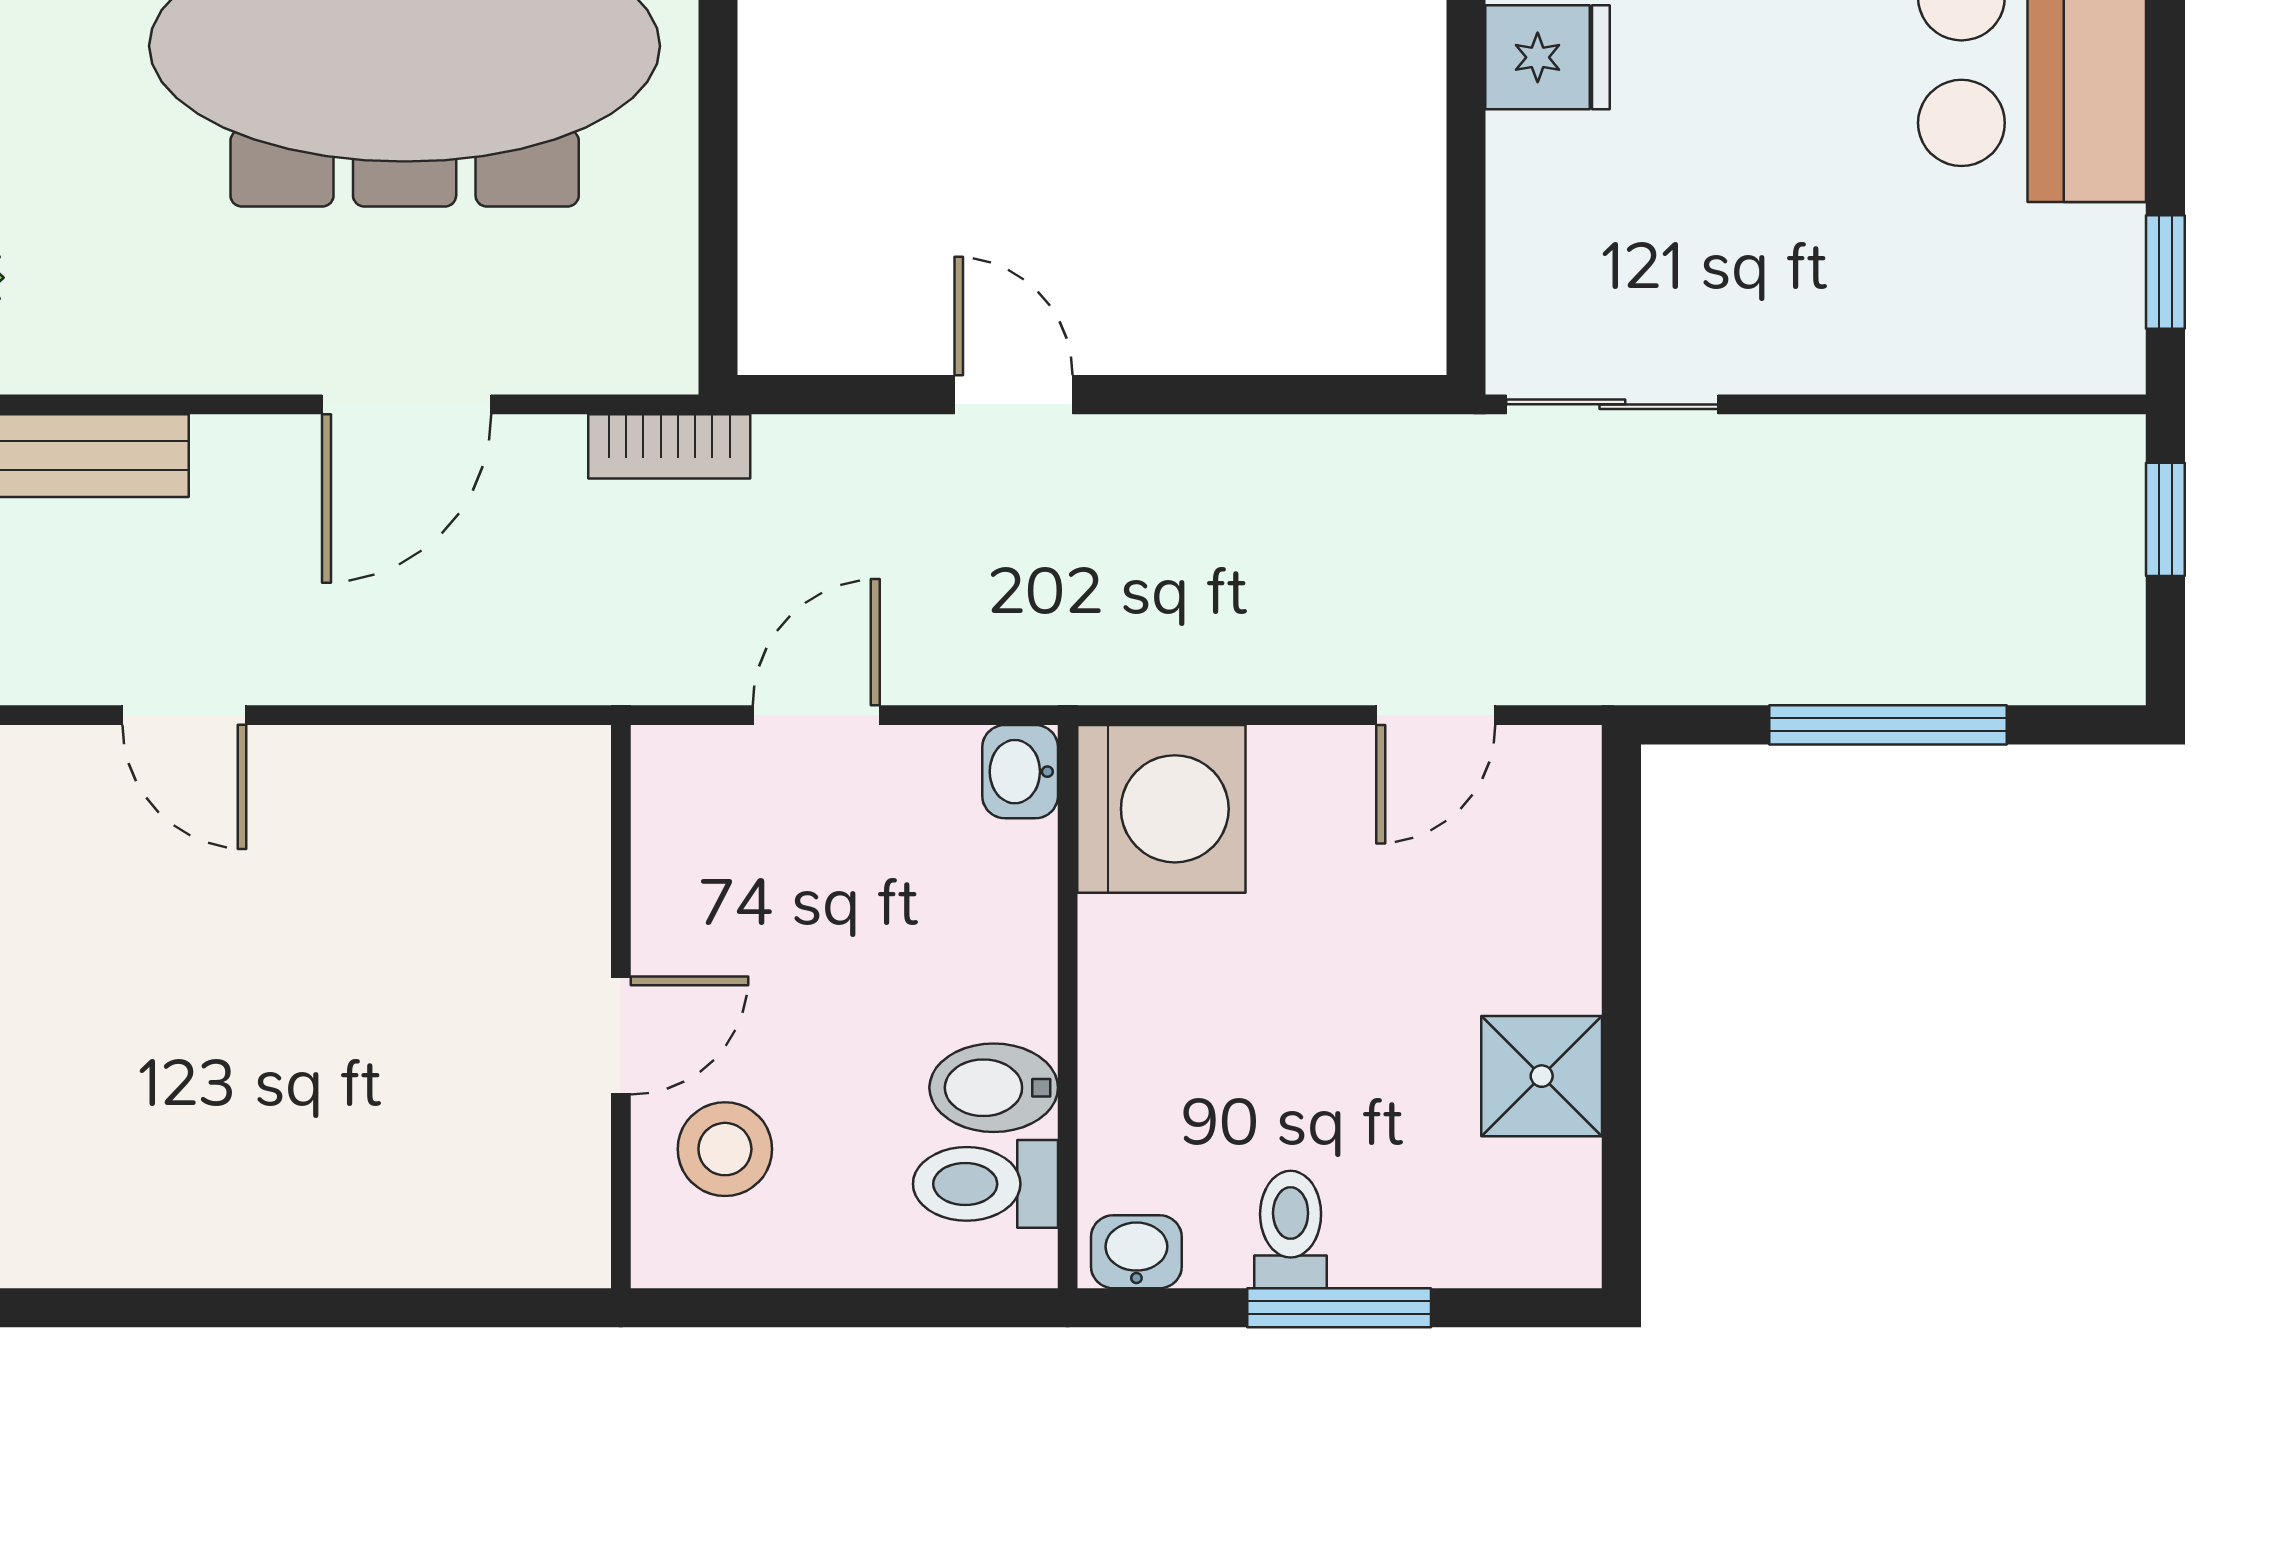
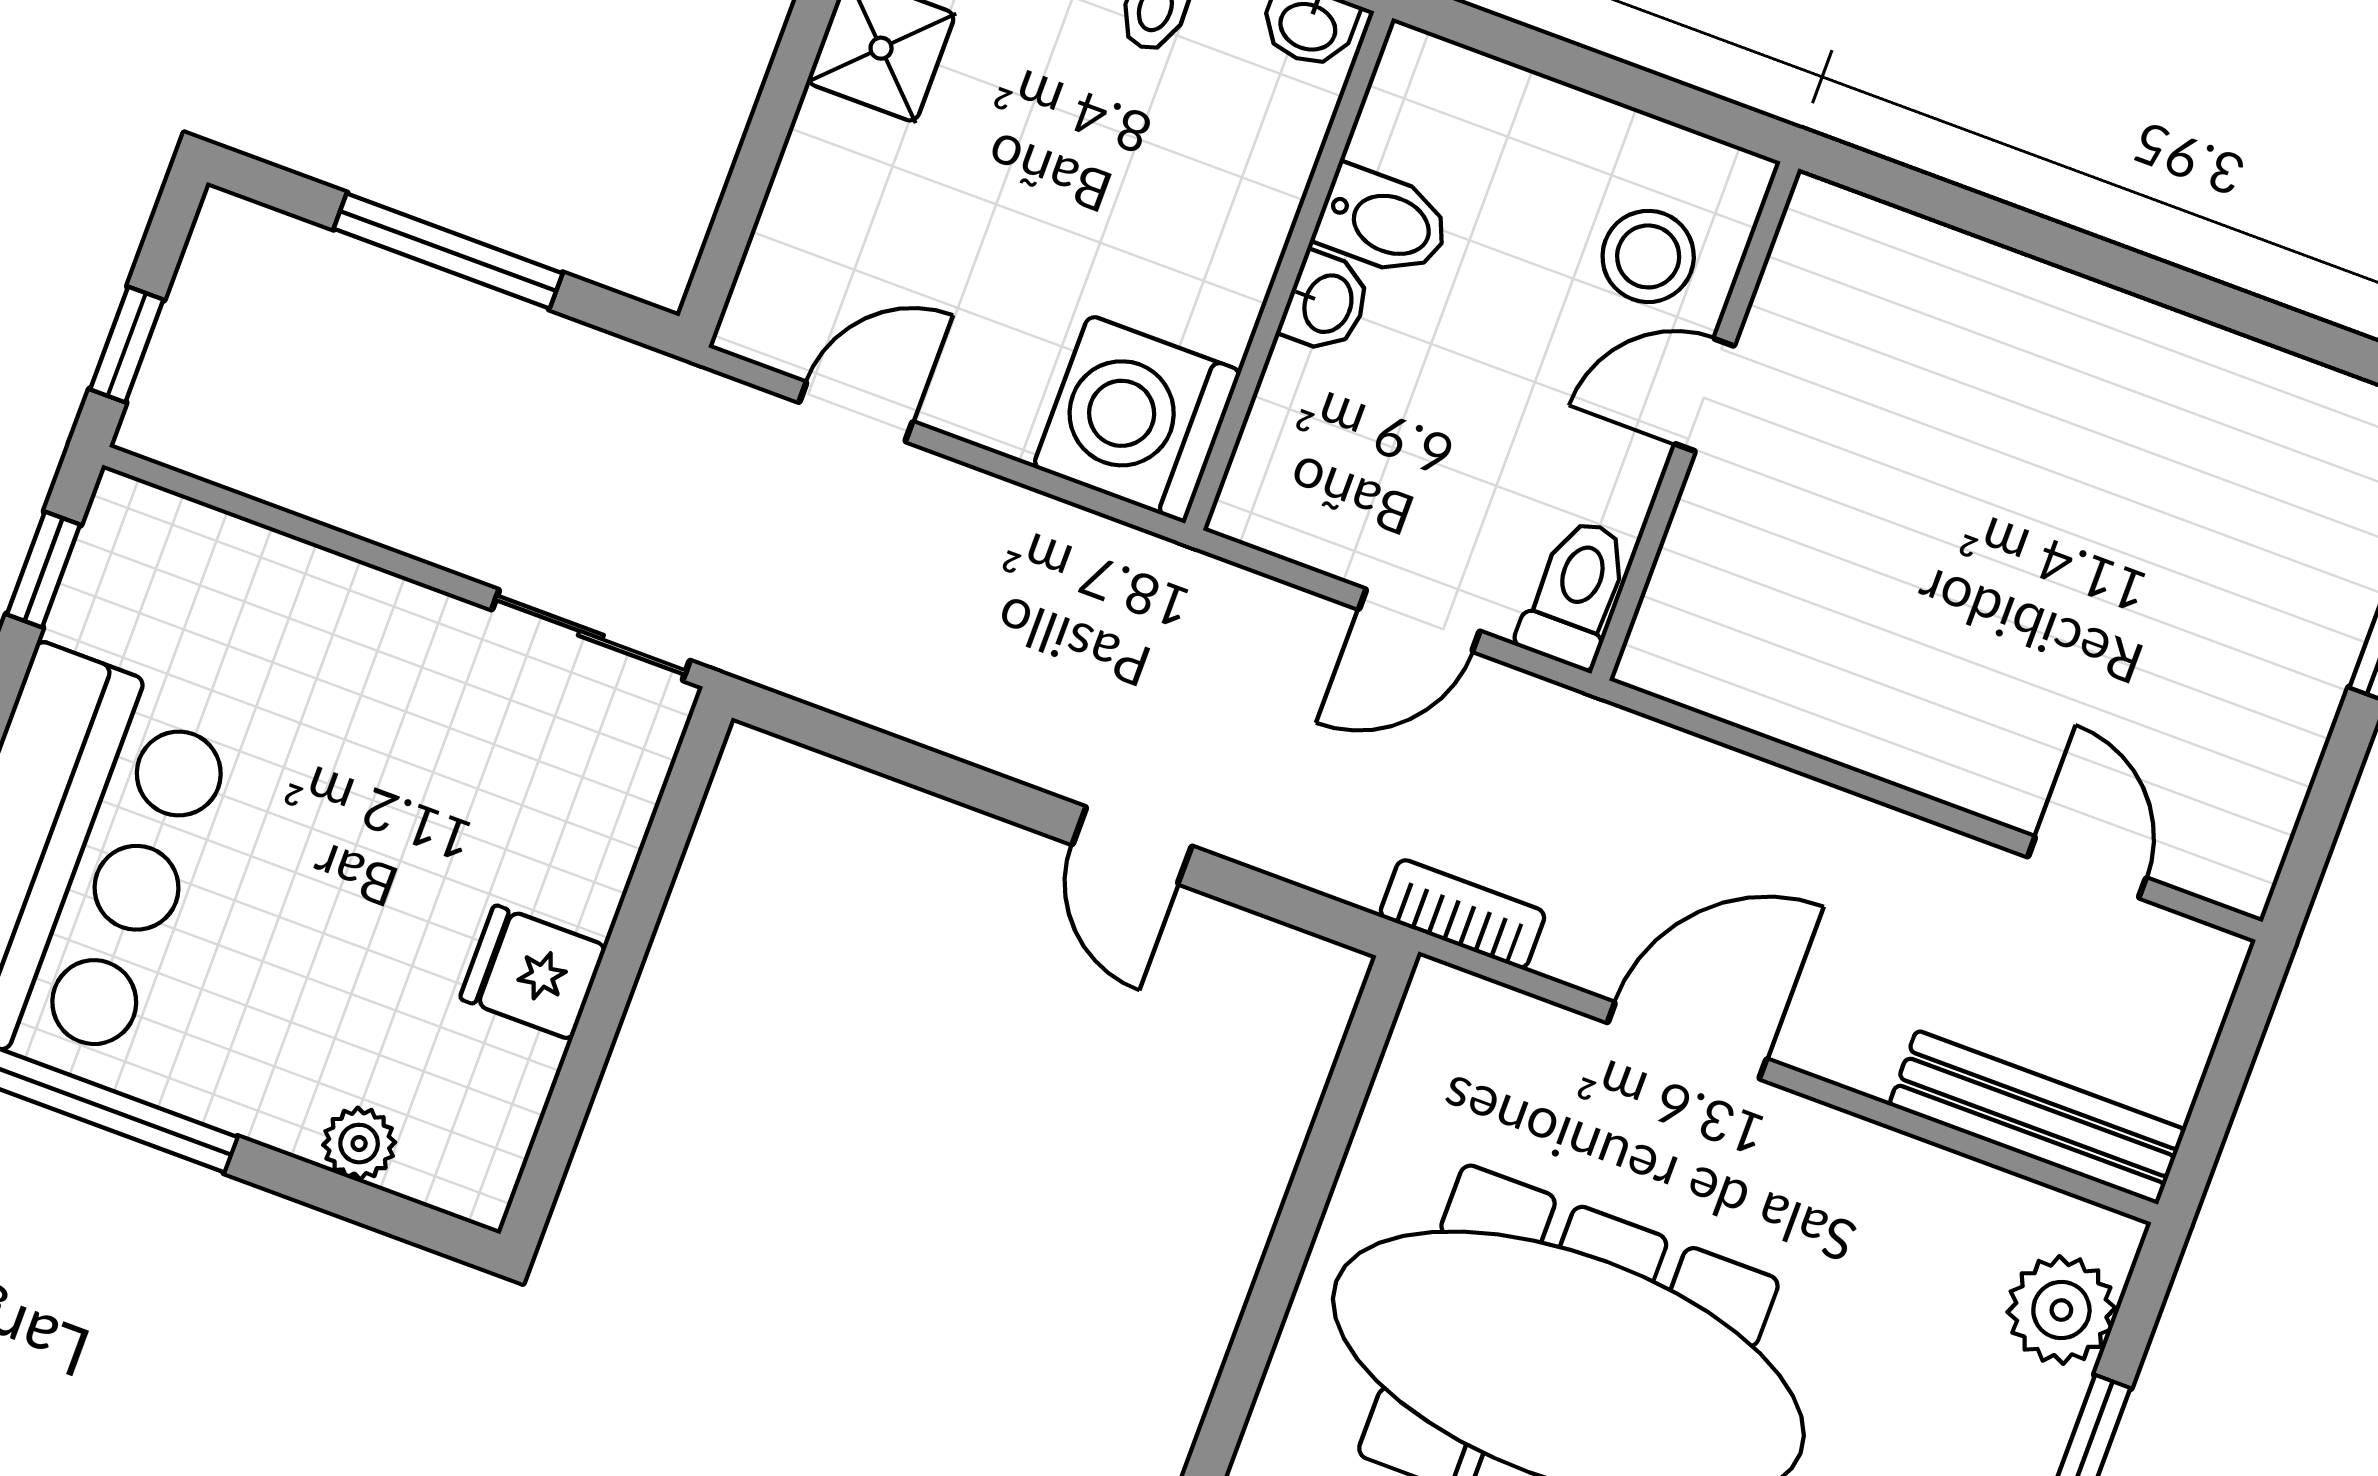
door: (184, 715) -> (2087, 867), moved
washbasin: (1020, 772) -> (1326, 303), moved
toilet: (985, 1184) -> (1576, 593), moved, turned -90

